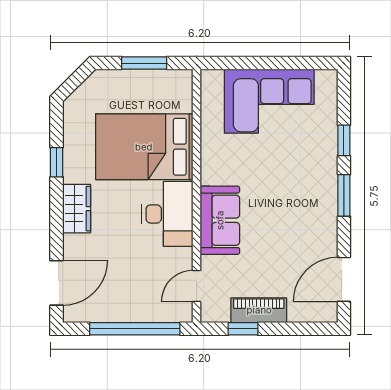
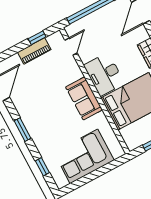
window: (344, 140) -> (42, 167), moved
sofa: (220, 220) -> (84, 98), moved

